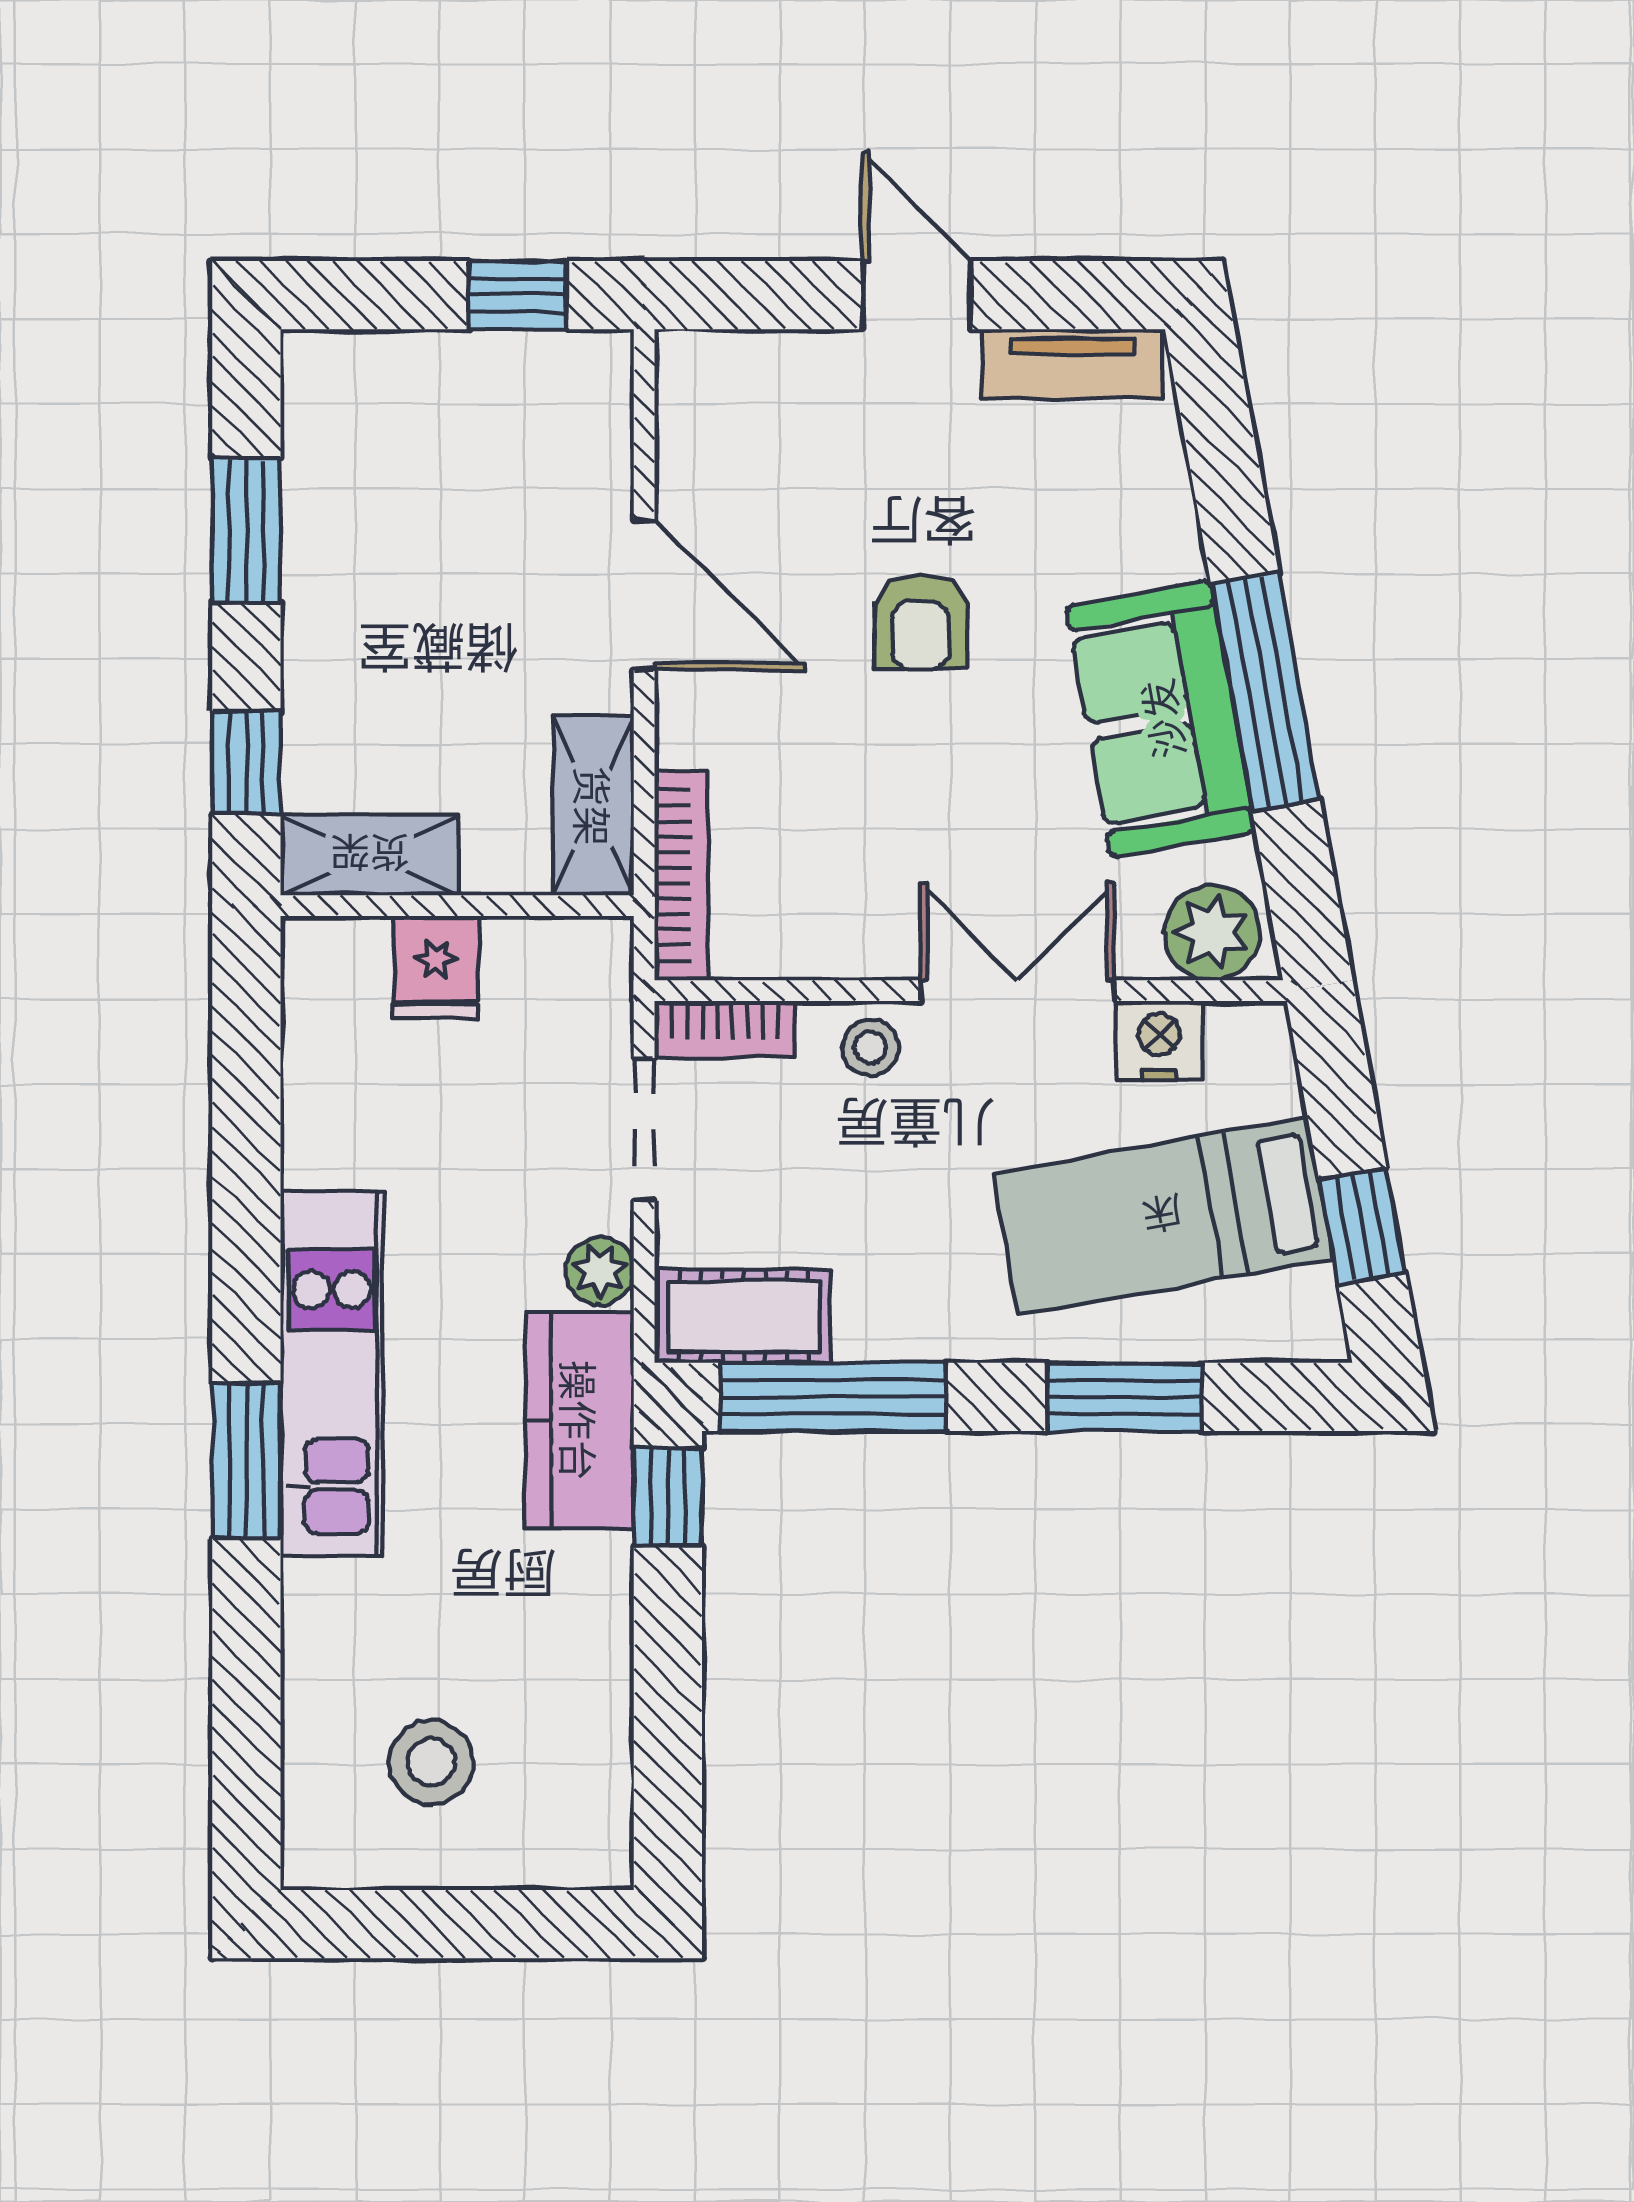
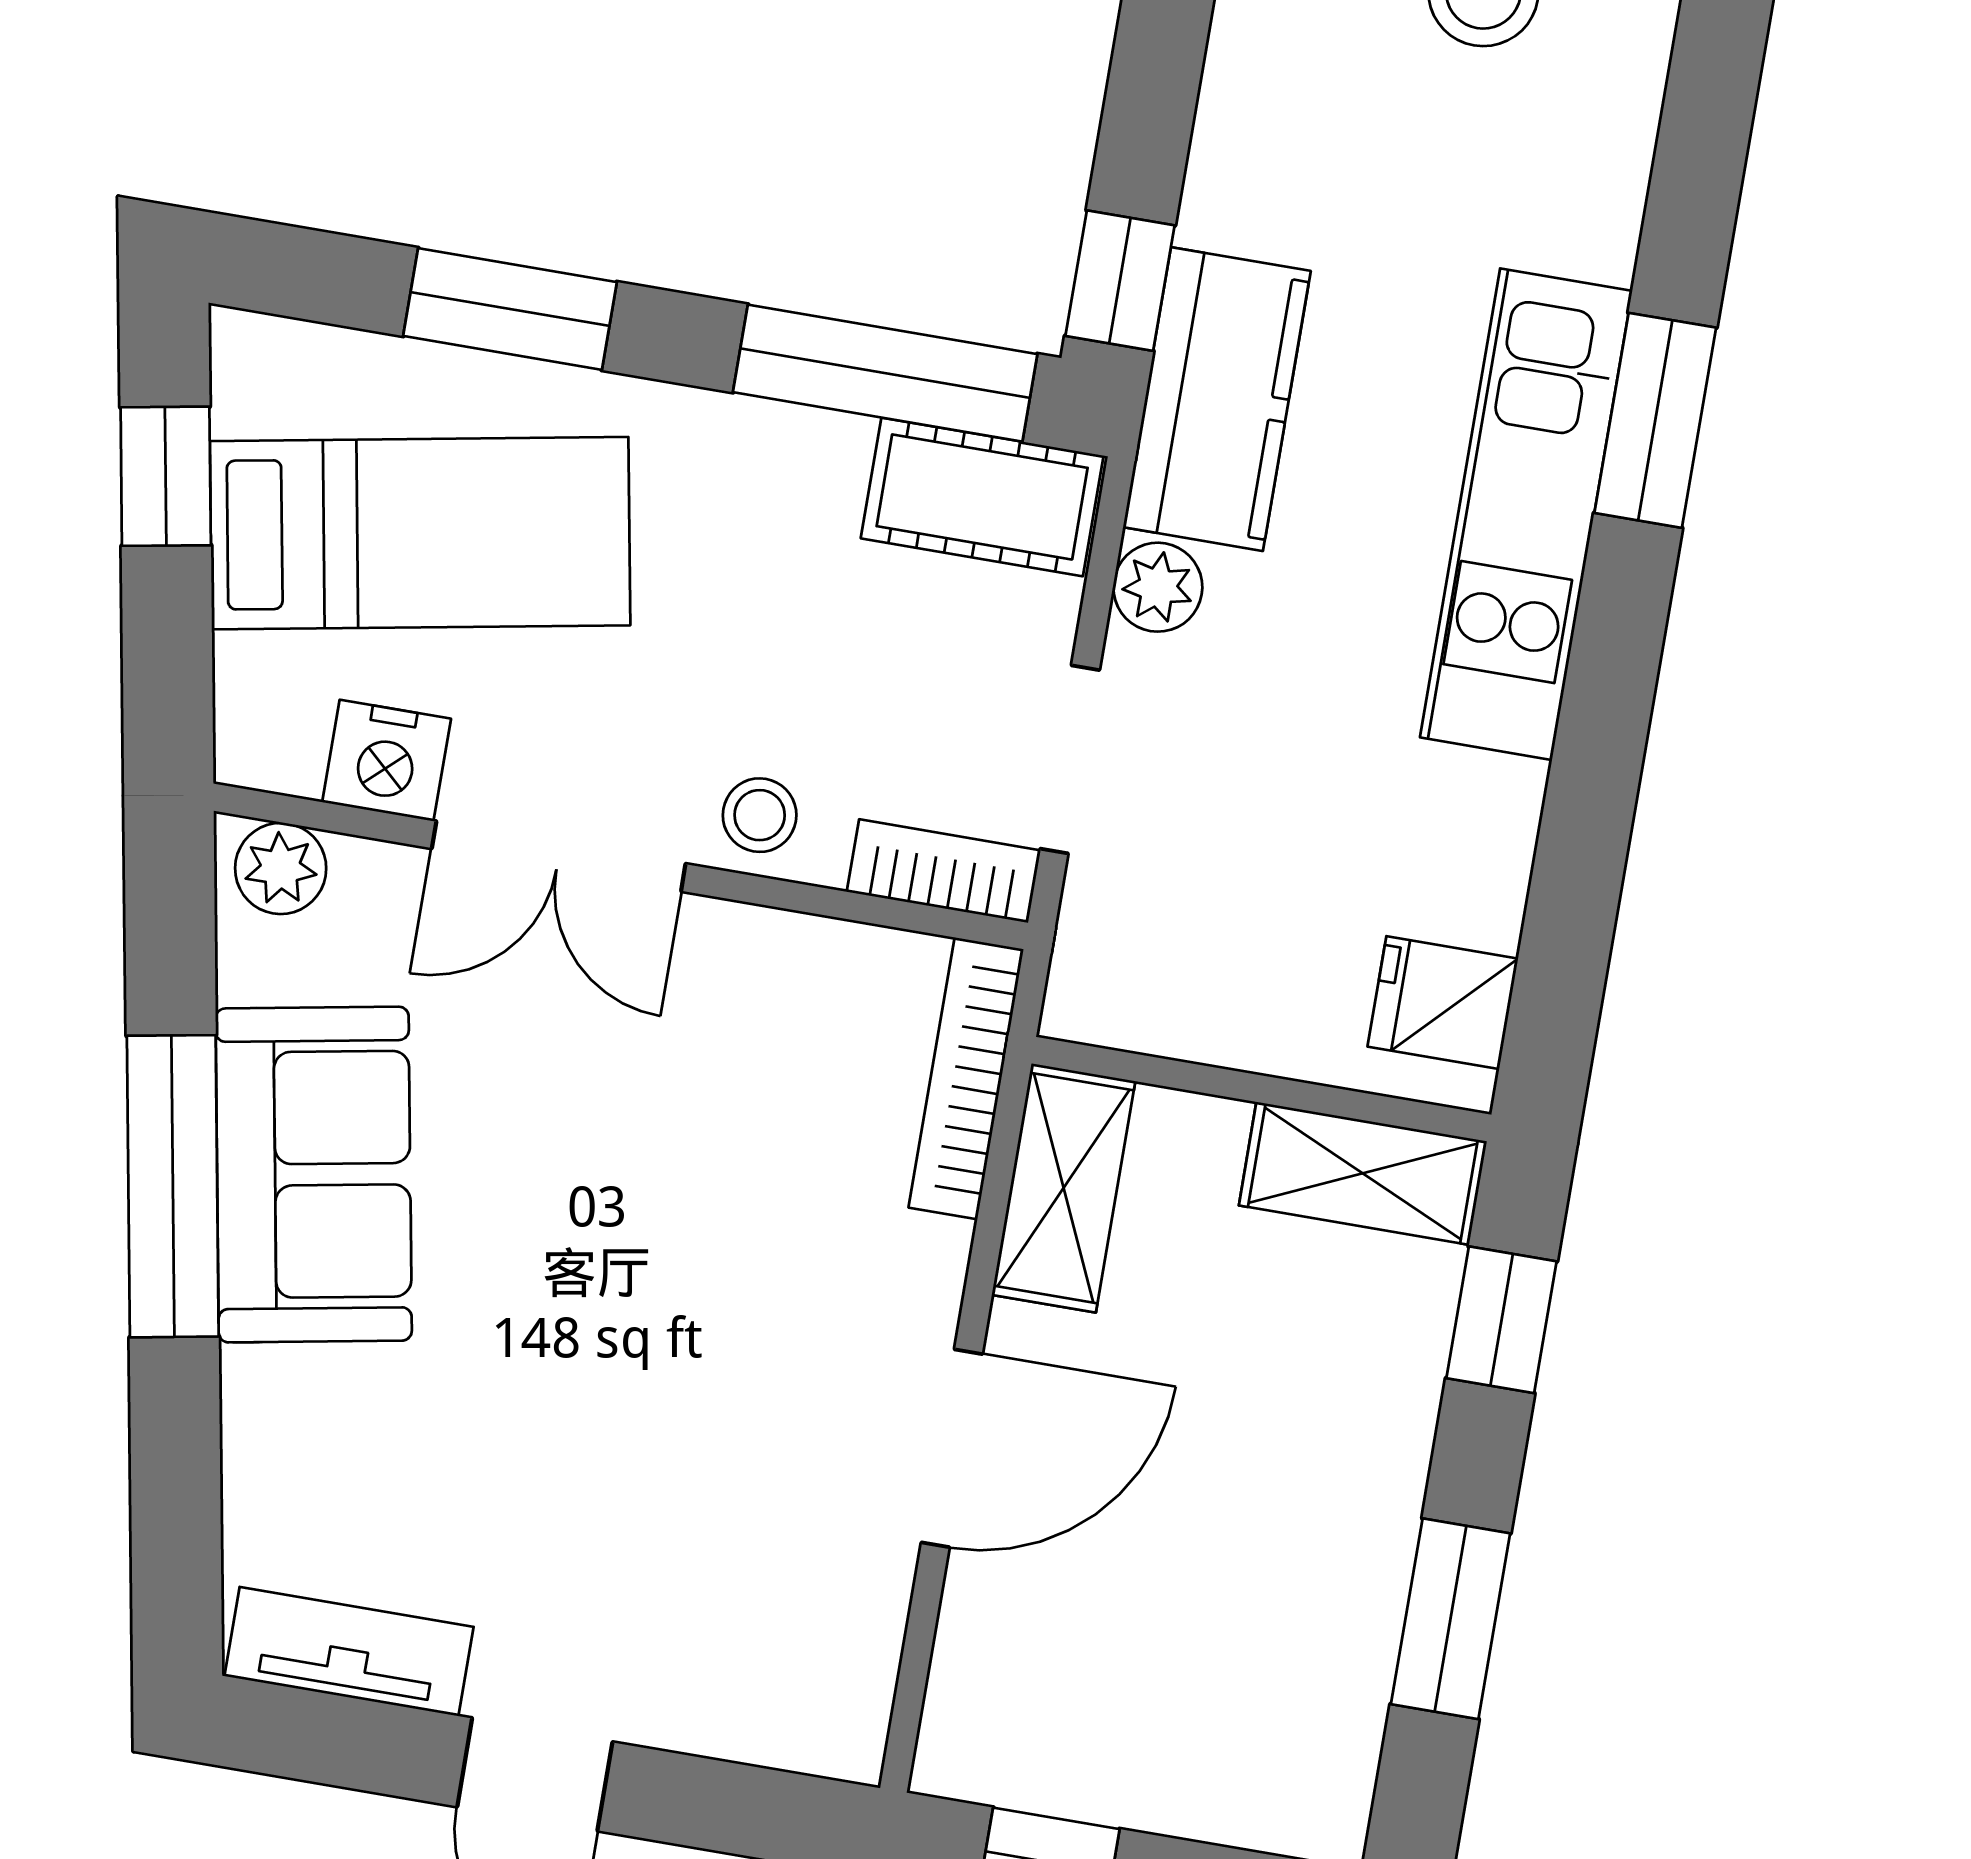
door: (644, 595) -> (952, 1448), swing flipped
armchair: (921, 622) -> (601, 1352), removed
plant: (1212, 932) -> (281, 868), width x0.73, depth x0.73
fridge: (436, 967) -> (1443, 1003), moved, turned -90

